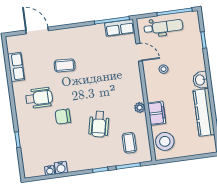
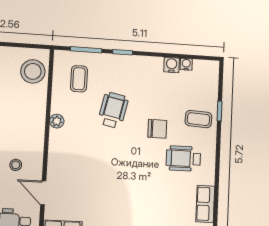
coffee table: (65, 65) -> (198, 119), moved
filing cabinet: (157, 113) -> (36, 109), removed

